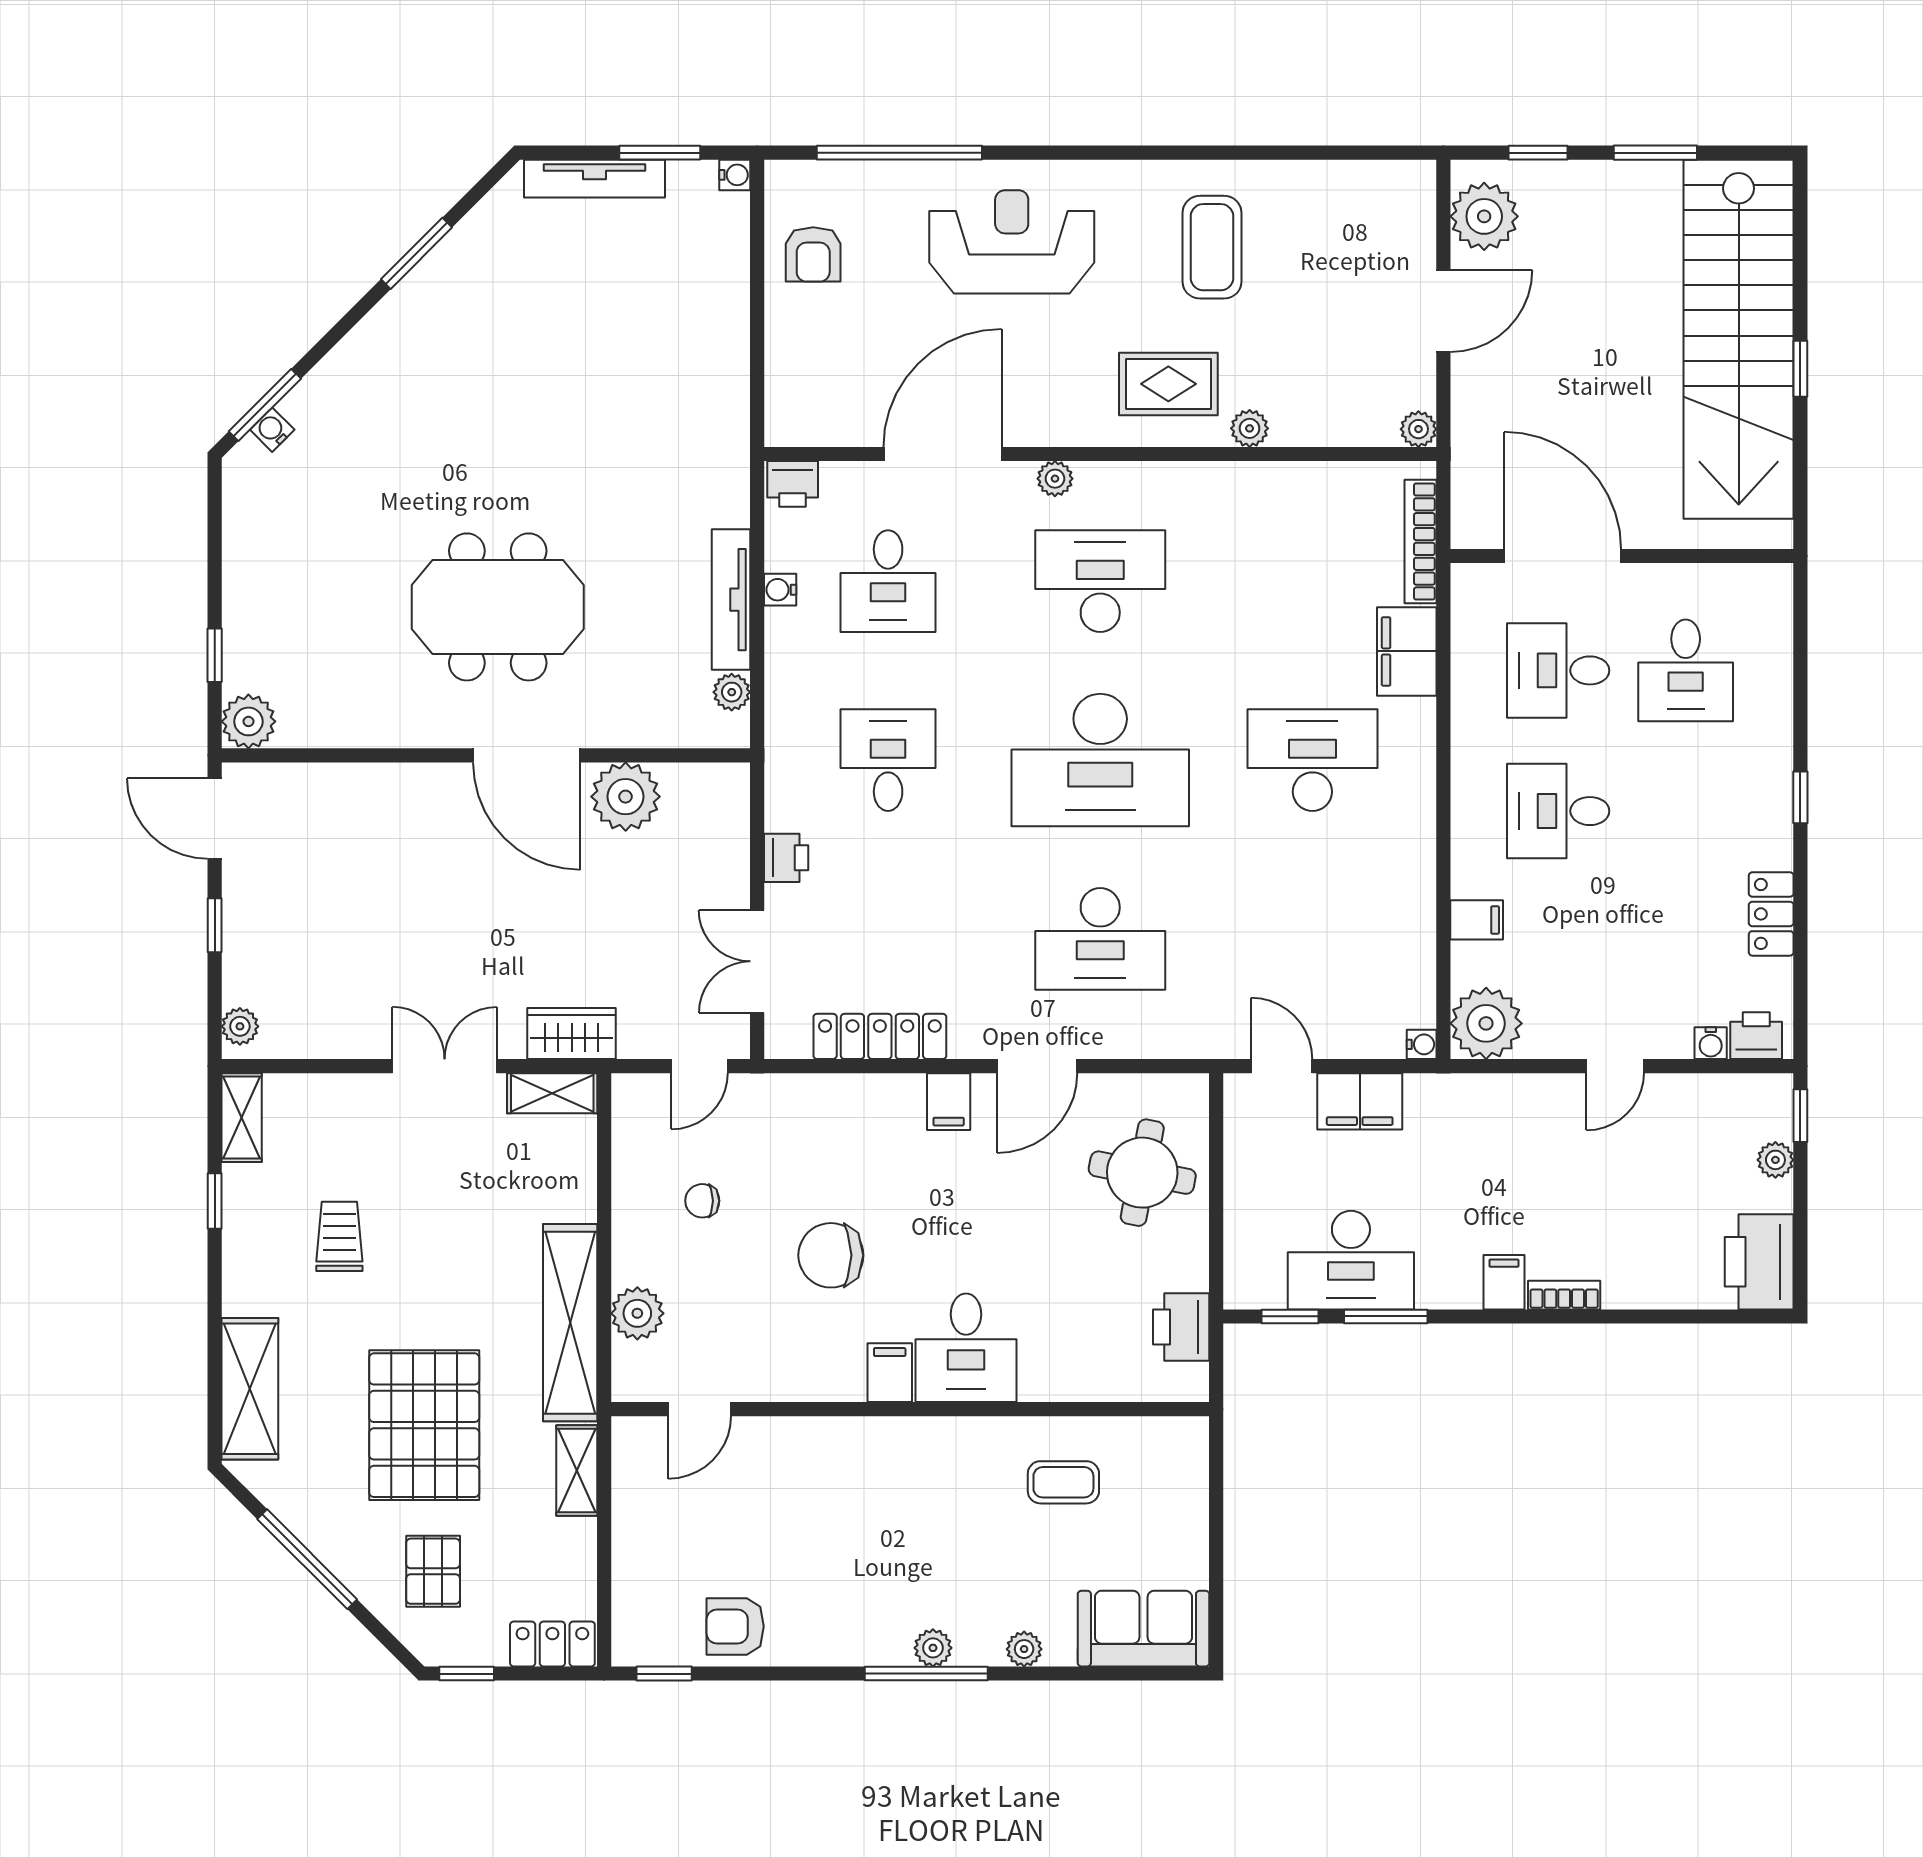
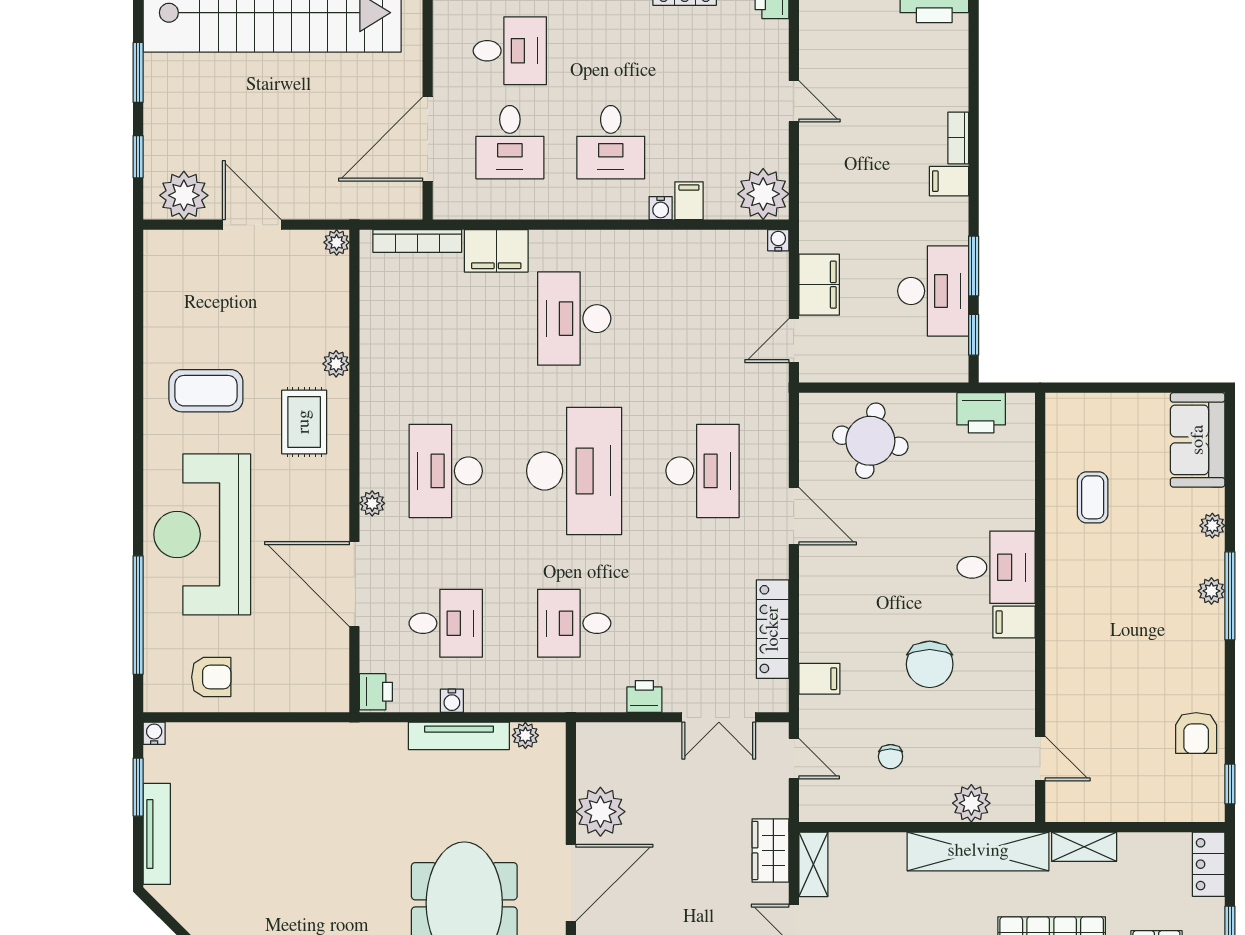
reception desk: (1012, 242) -> (202, 534), width x1.36, depth x1.30
water cooler: (1711, 1043) -> (661, 208), moved, turned 90
filing cabinet: (949, 1102) -> (819, 679), moved

